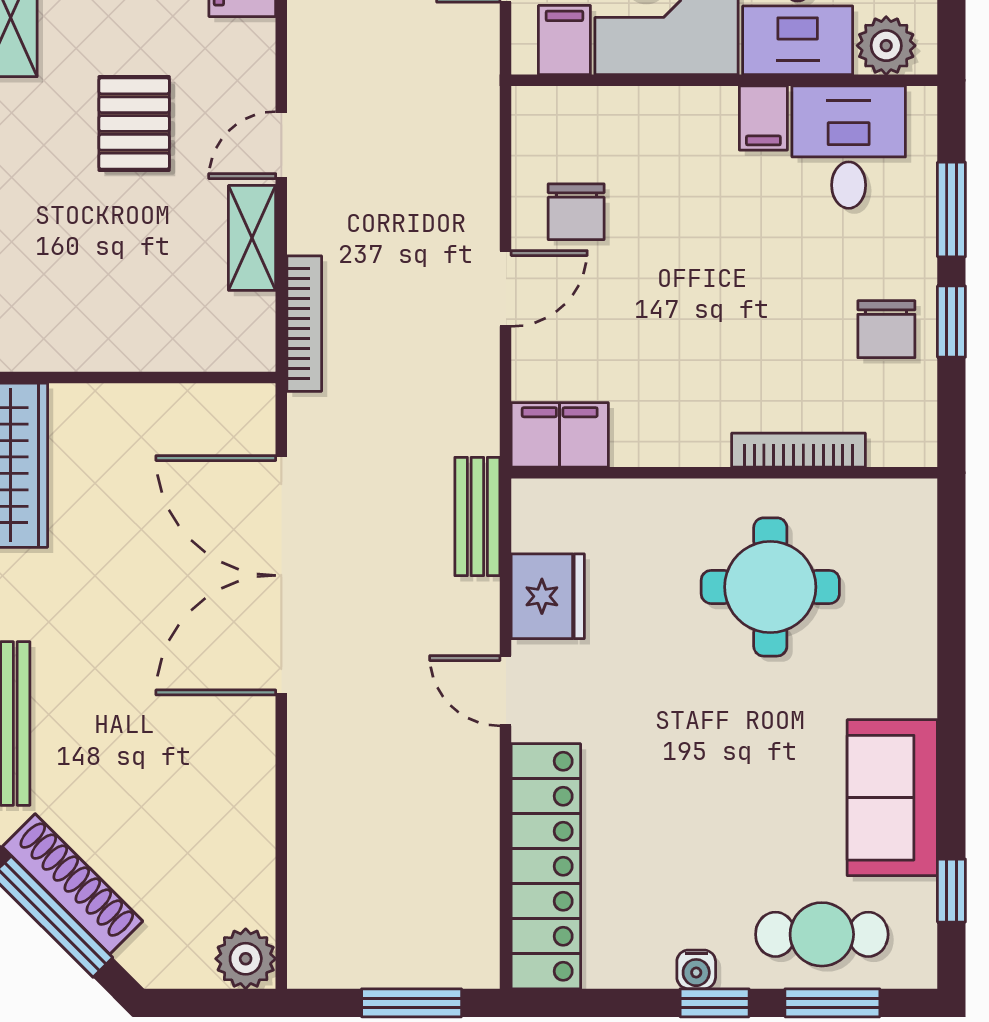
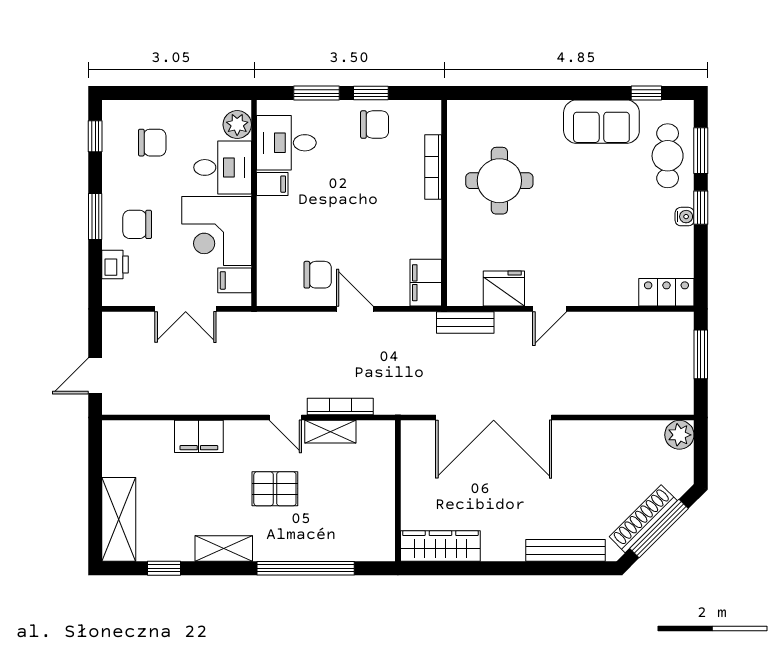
bookcase: (304, 324) -> (340, 406), moved
locker: (546, 866) -> (666, 292), width x0.46, depth x0.83

